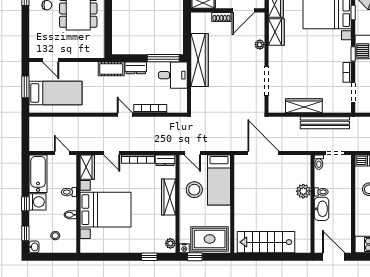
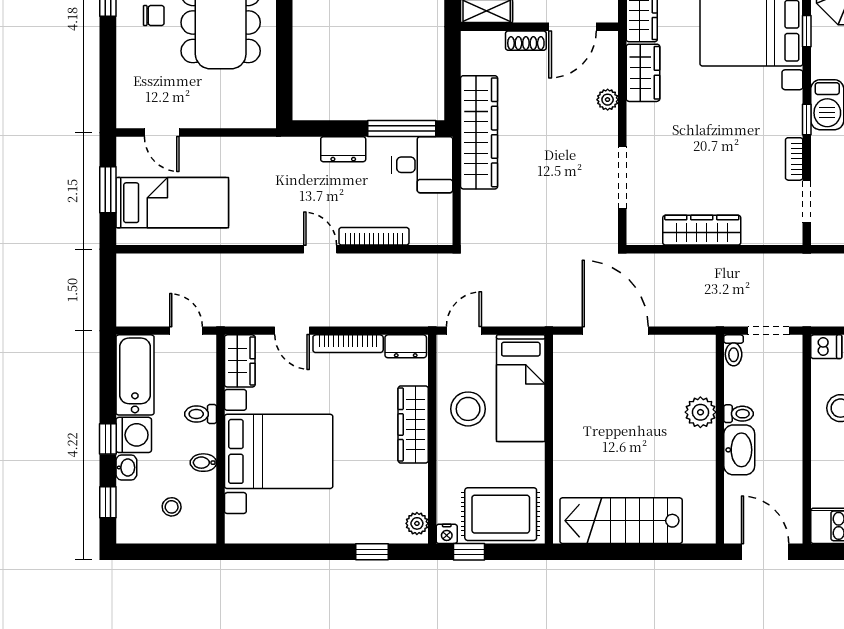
cot: (111, 69) -> (291, 152), removed
bench: (325, 123) -> (747, 266), removed
door: (192, 153) -> (464, 331), swing flipped
washbasin: (34, 247) -> (126, 467), moved

